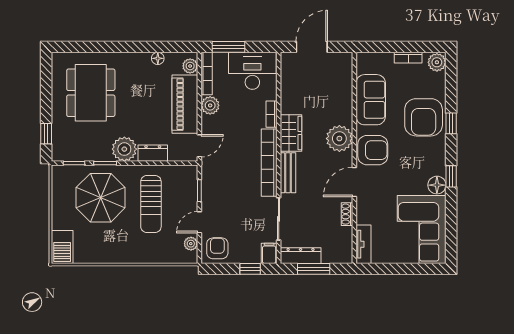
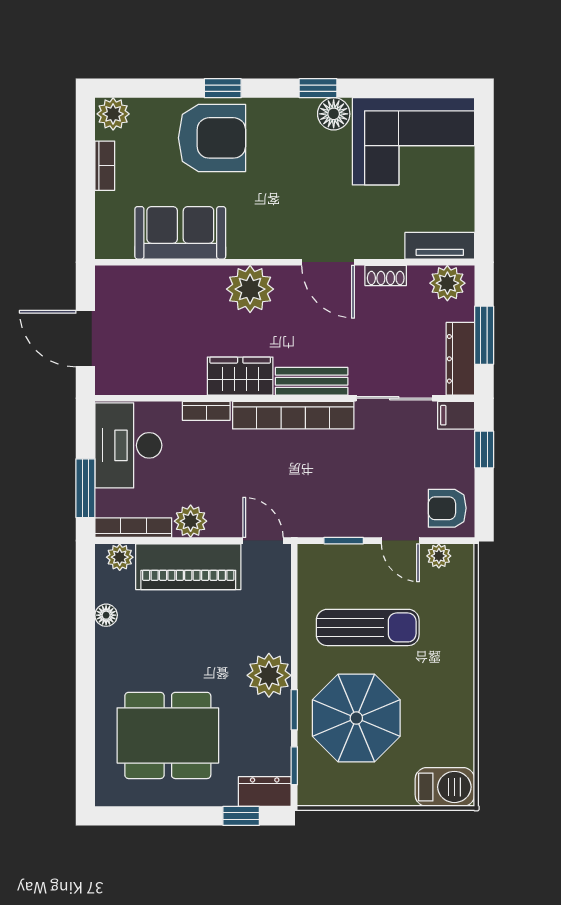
armchair: (373, 150) -> (271, 229), removed
dresser: (153, 153) -> (265, 792), moved, turned 90
plant: (343, 248) -> (447, 283), added

